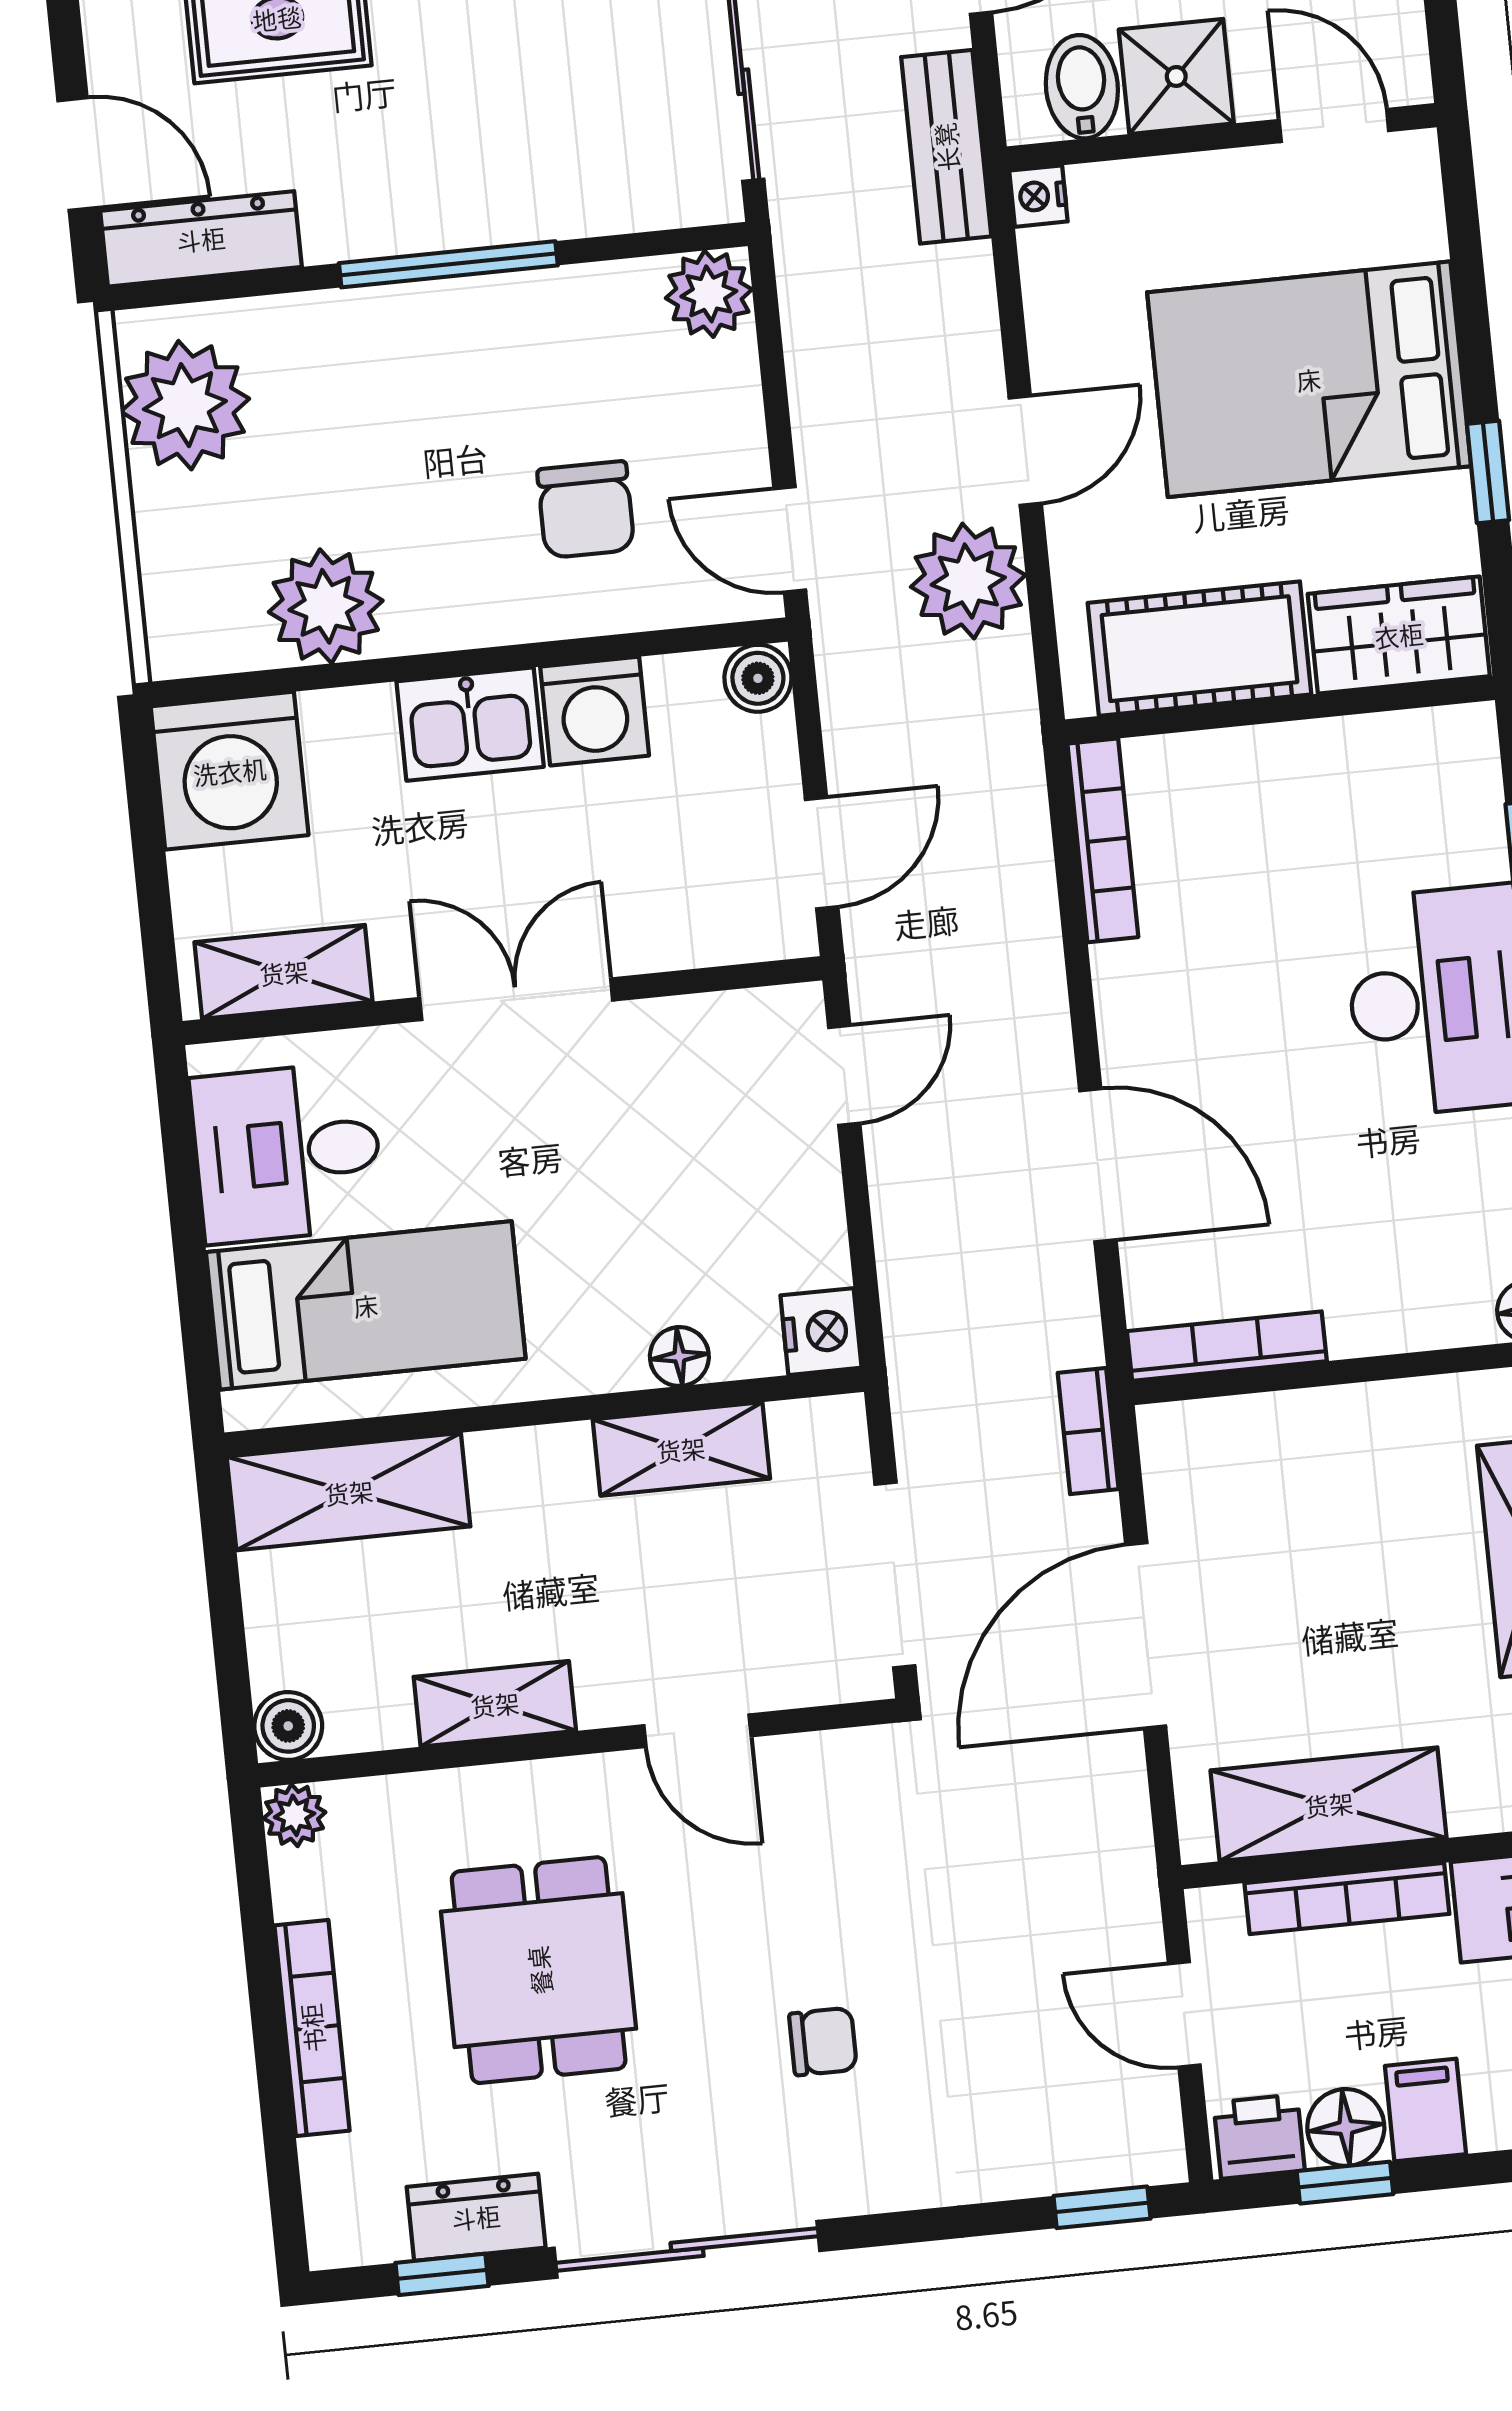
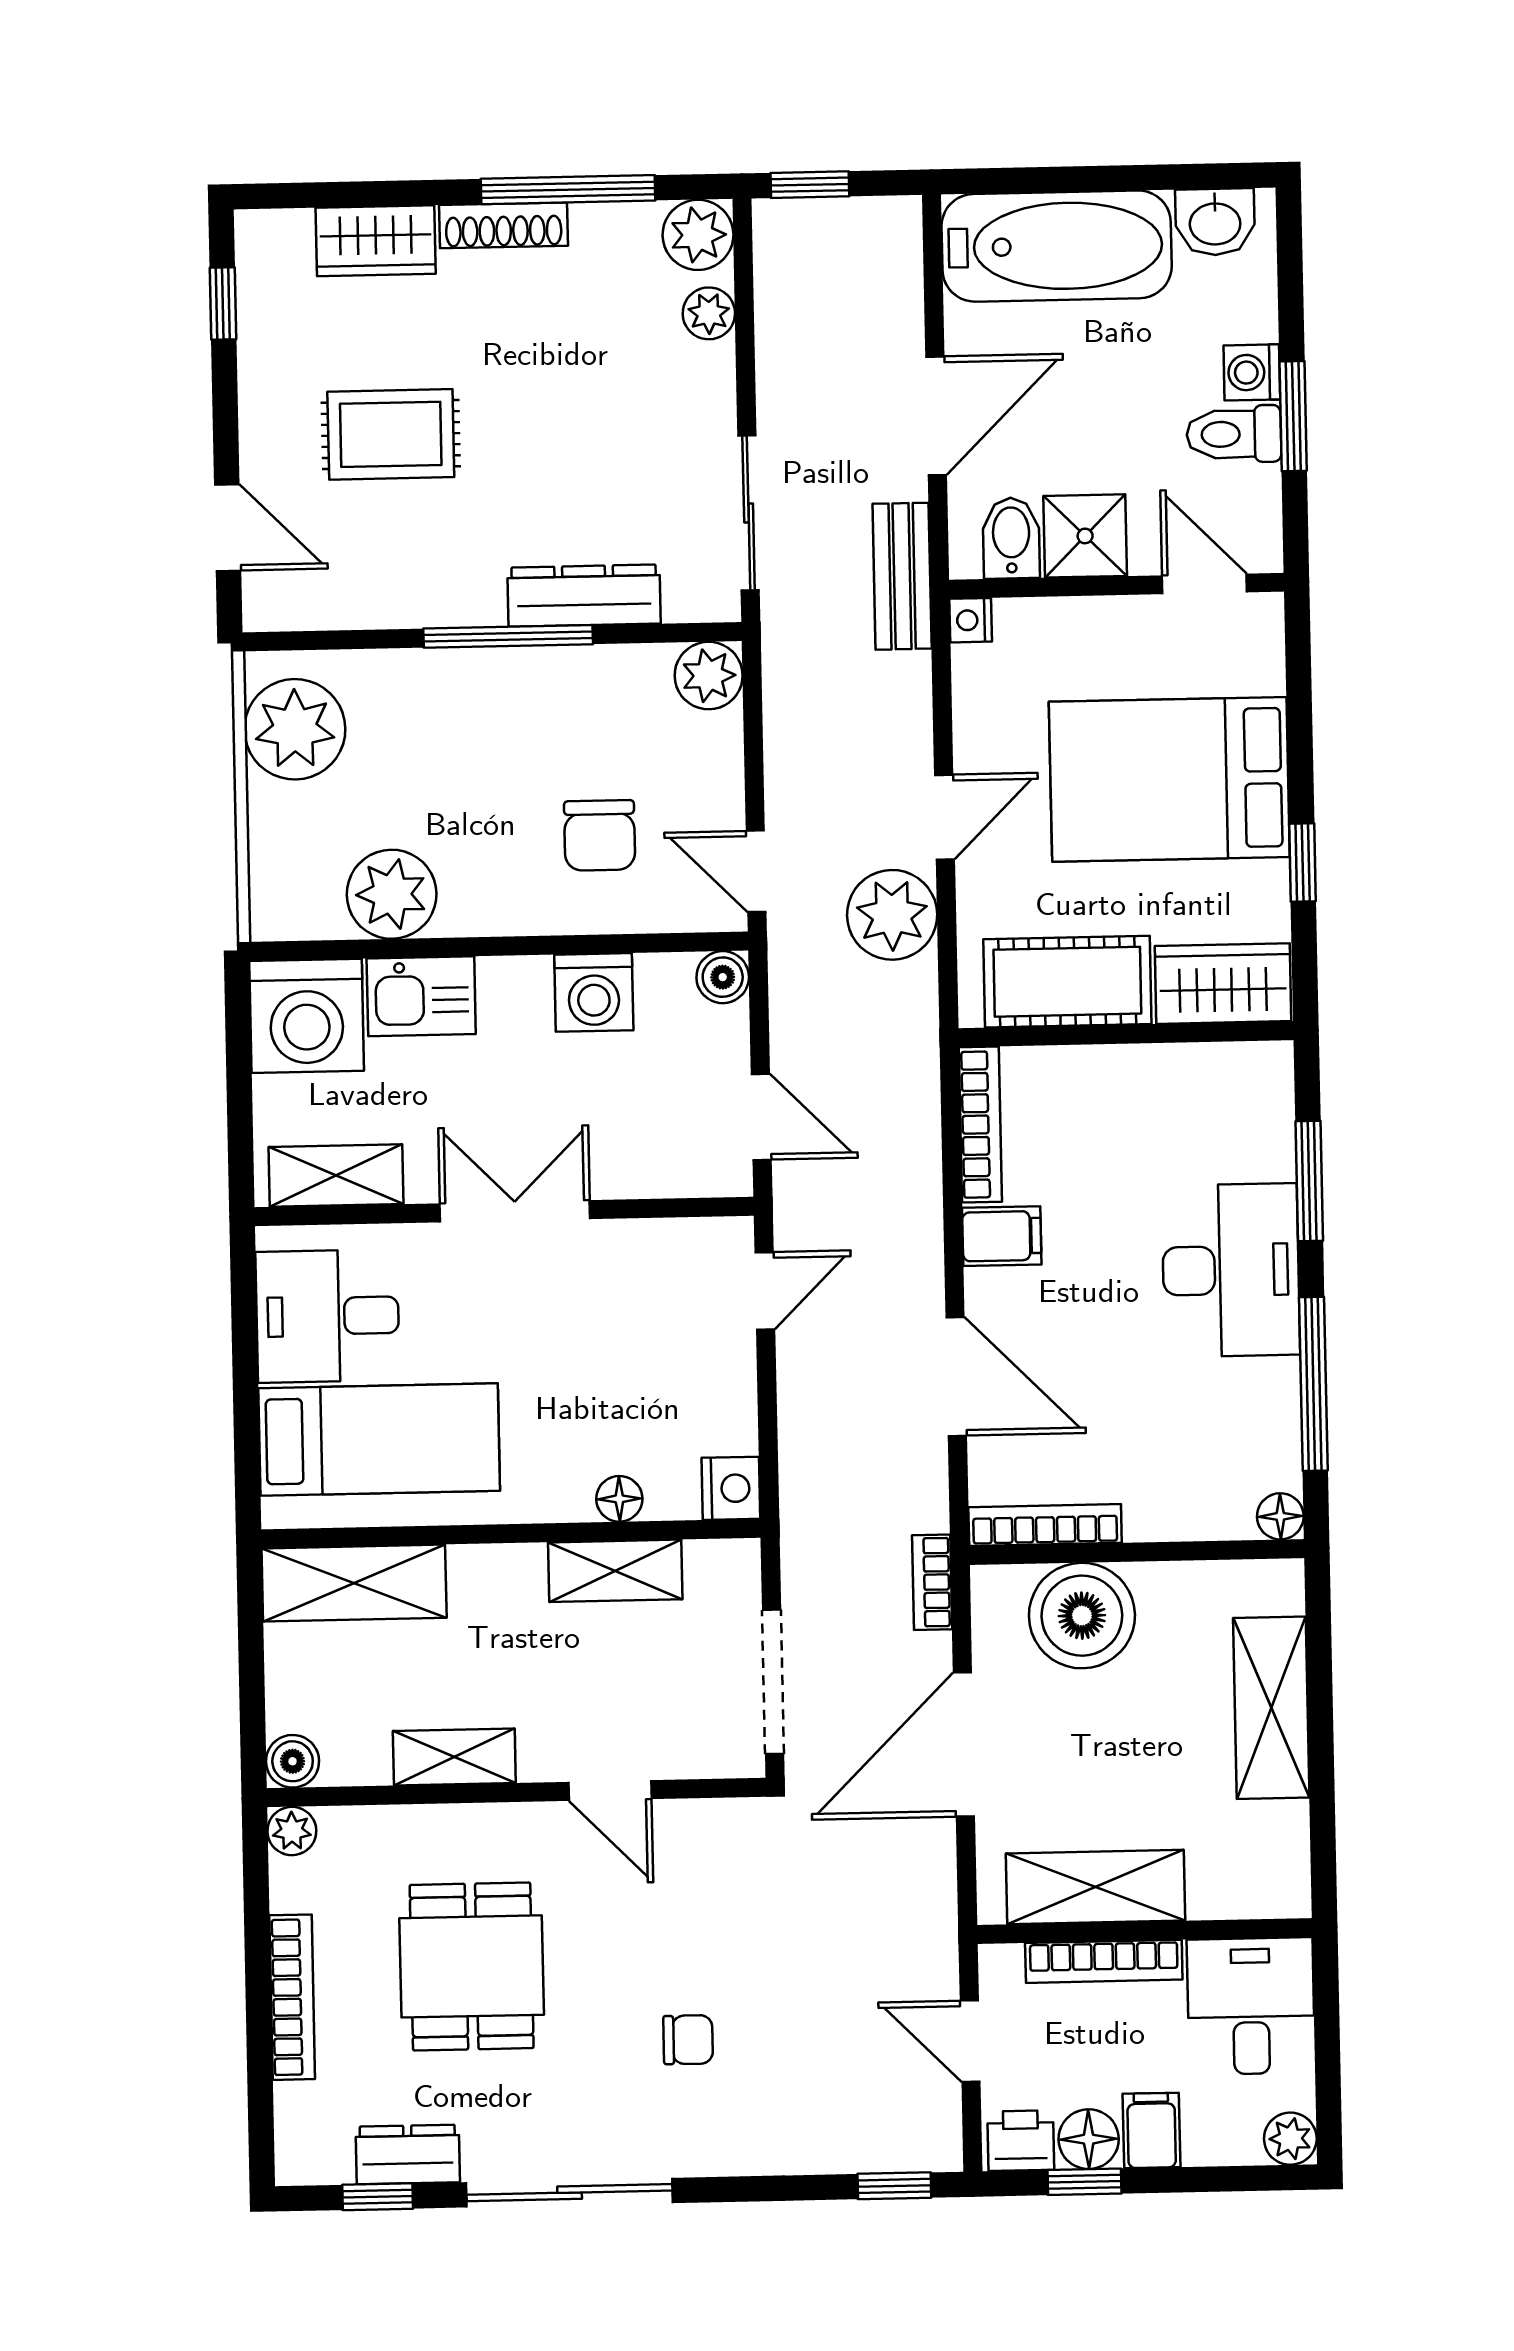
dresser: (201, 239) -> (584, 596), moved
kitchen sink: (470, 724) -> (421, 996), moved
door: (822, 853) -> (761, 1117), hinge flipped
filing cabinet: (1142, 981) -> (1002, 1236), added
boiler: (1283, 1458) -> (1082, 1616), added

